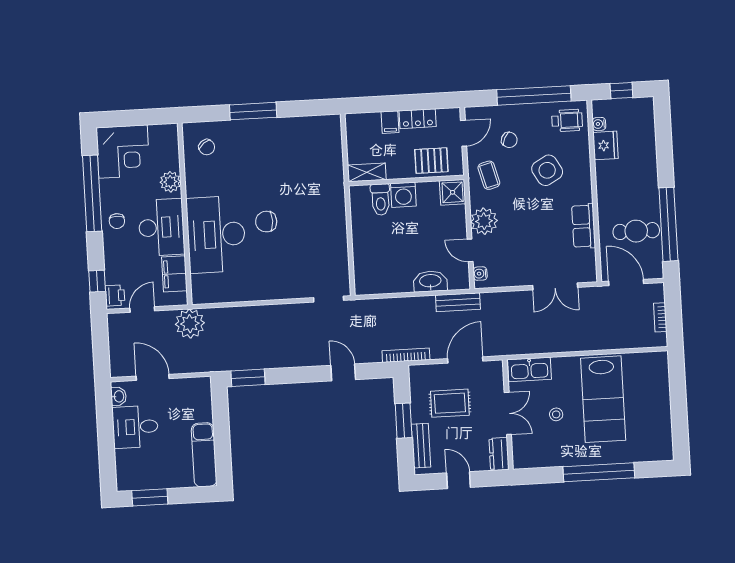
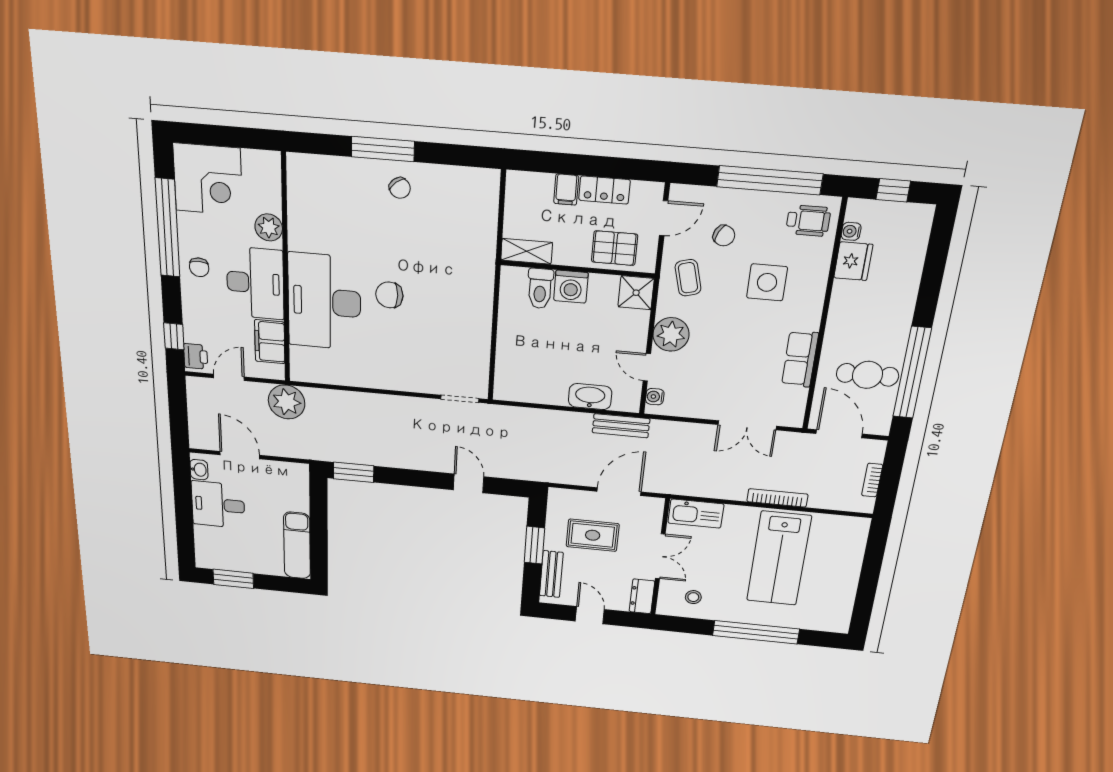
chair: (207, 147) -> (400, 188), moved
side table: (547, 170) -> (767, 282), turned 30
bookcase: (406, 355) -> (777, 498), moved
stool: (556, 414) -> (693, 597), moved

